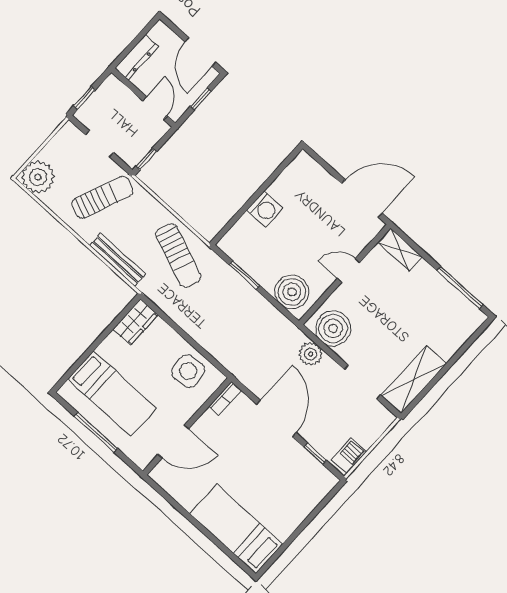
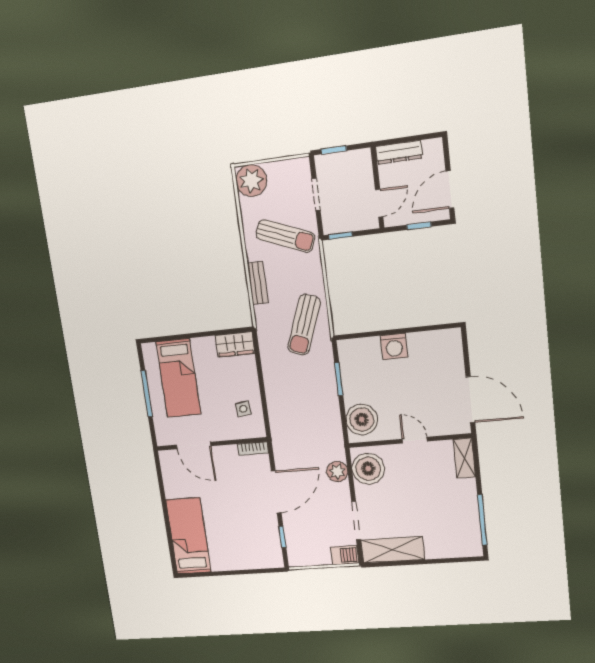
bench: (118, 260) -> (258, 283), width x0.73
side table: (188, 371) -> (243, 409), width x0.54, depth x0.54
barbecue: (349, 456) -> (345, 555), moved

